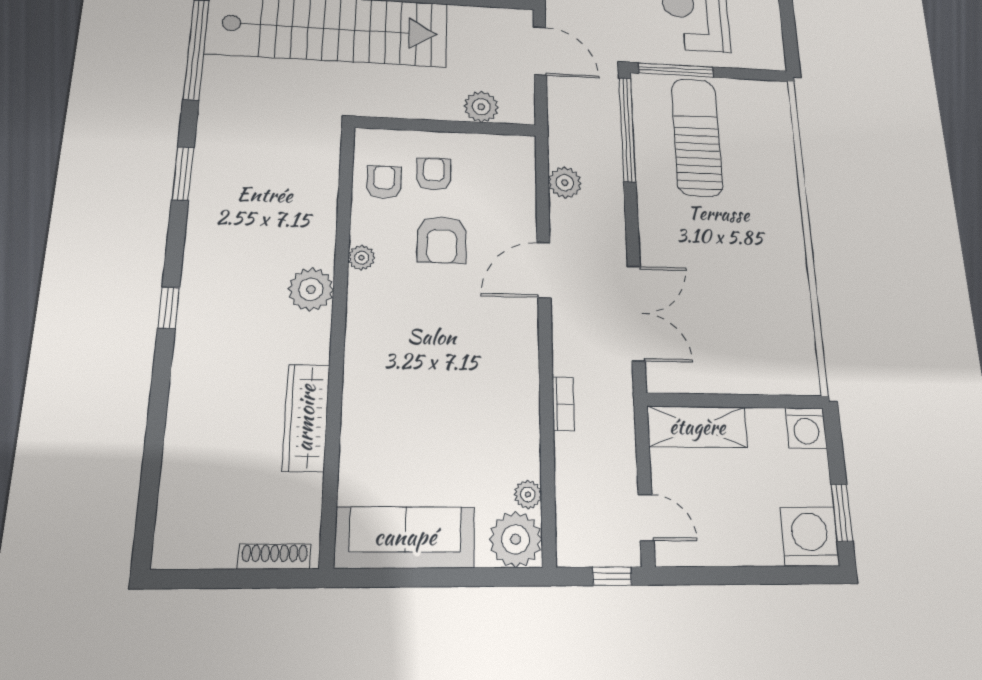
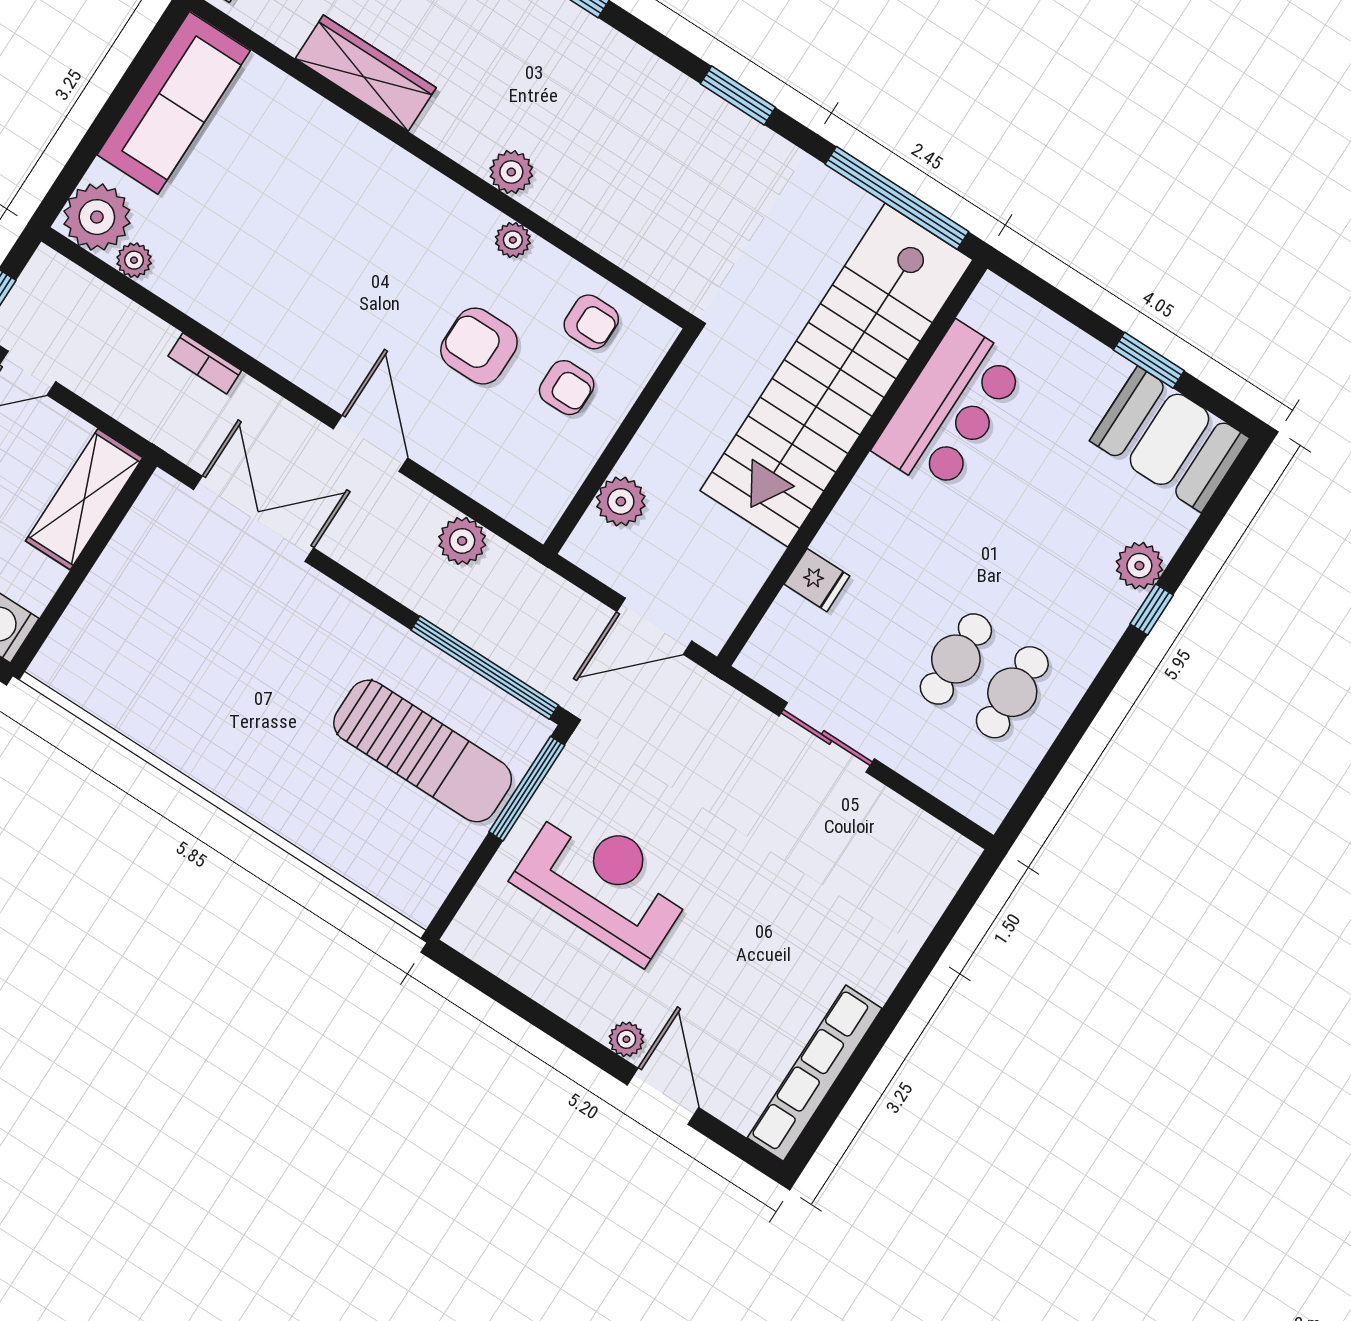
plant: (311, 289) -> (511, 172), width x0.73, depth x0.73
double door: (636, 313) -> (254, 519), swing flipped

